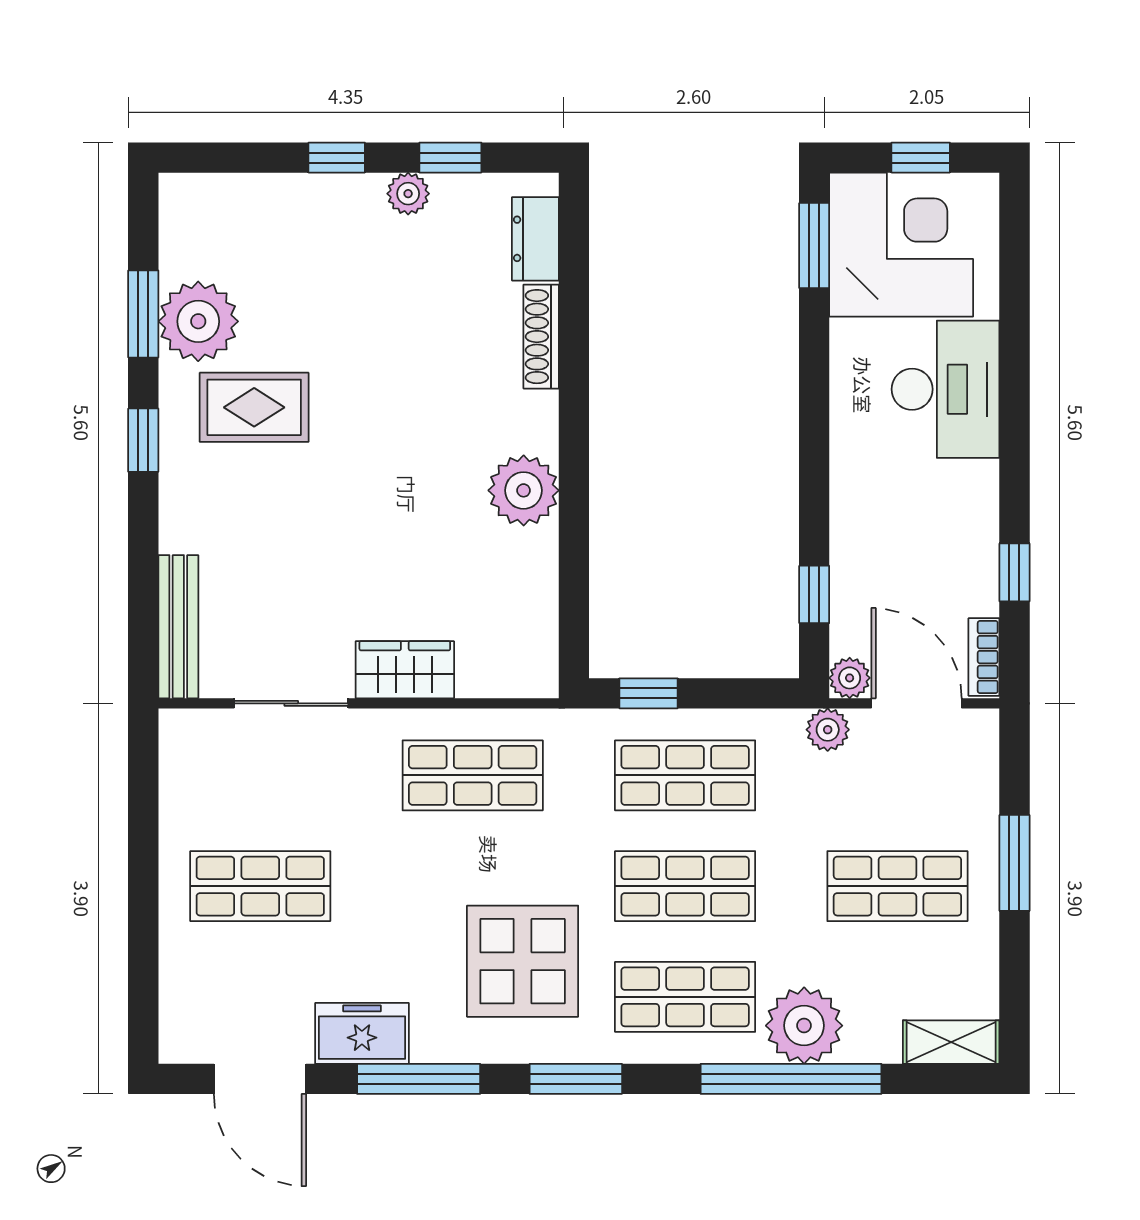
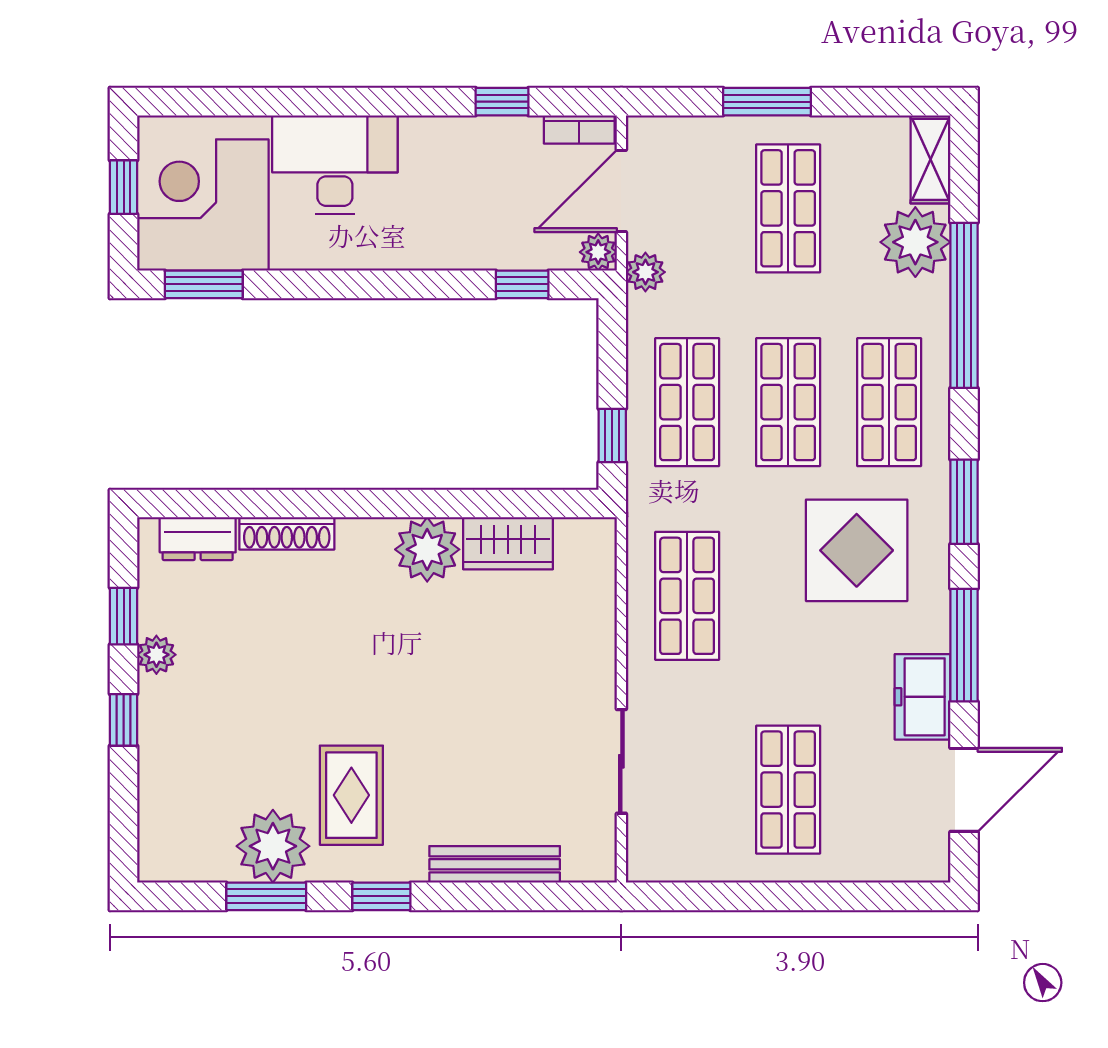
bench: (178, 627) -> (495, 864), moved
wardrobe: (405, 670) -> (508, 543), moved, turned -90
plant: (804, 1026) -> (915, 242), moved

